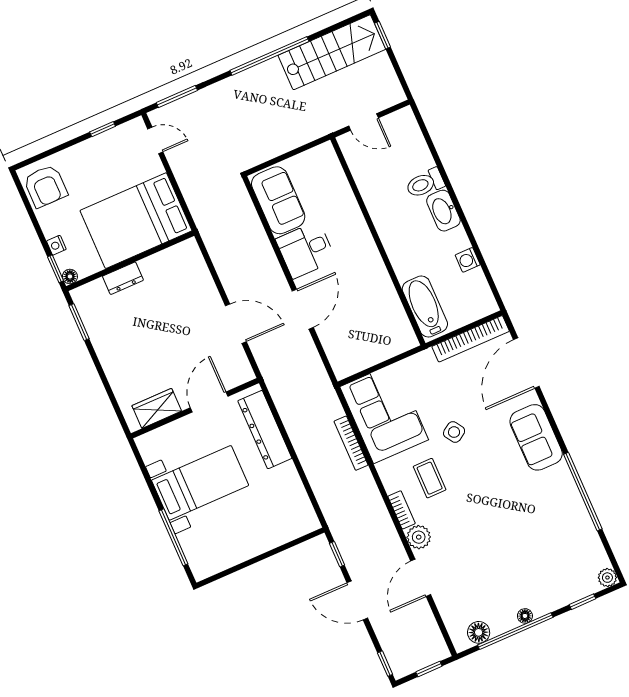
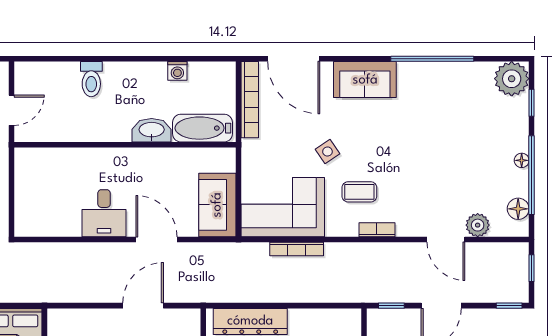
sofa: (278, 200) -> (217, 205), moved, turned -90
washbasin: (443, 211) -> (152, 130), moved, turned 180
plant: (419, 537) -> (478, 225), moved
plant: (607, 578) -> (512, 79), width x1.88, depth x1.88

